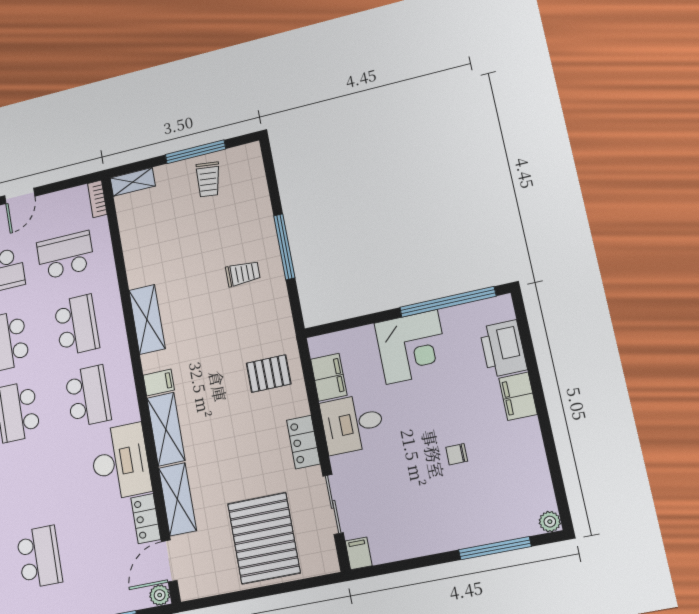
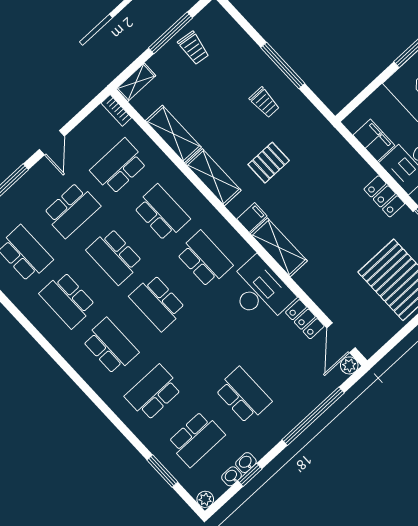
trolley: (243, 274) -> (264, 103), turned 90
pallet: (269, 374) -> (269, 163), moved
shelving: (177, 499) -> (173, 134), moved

